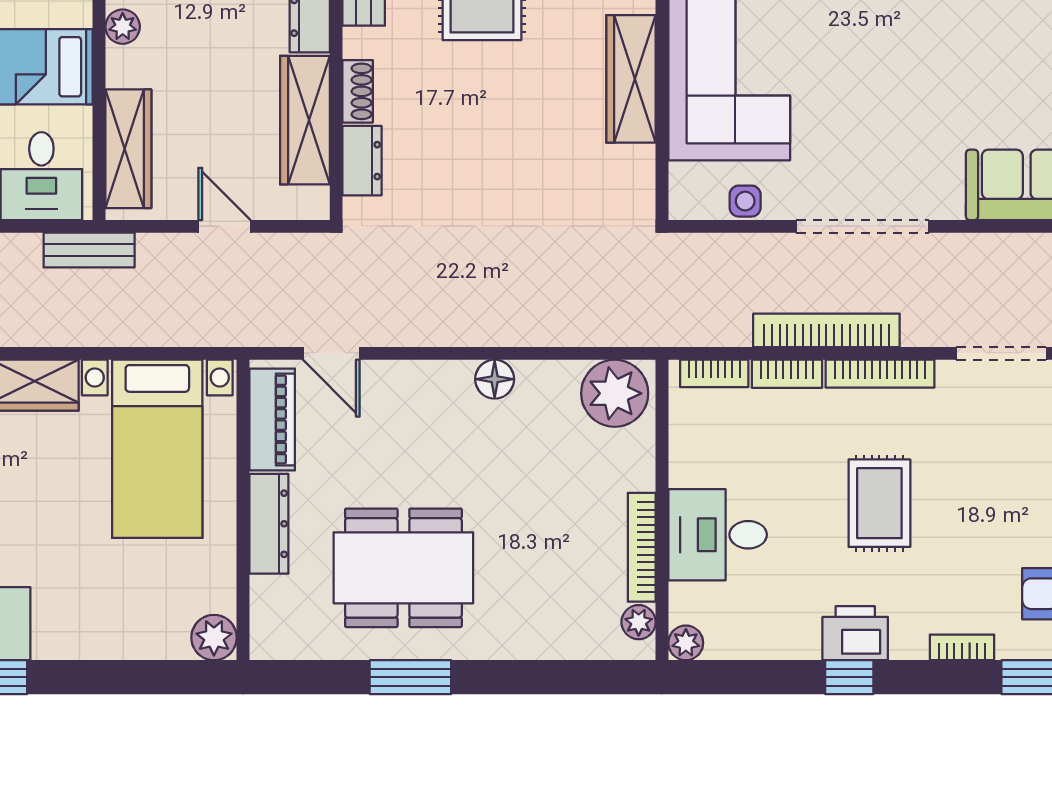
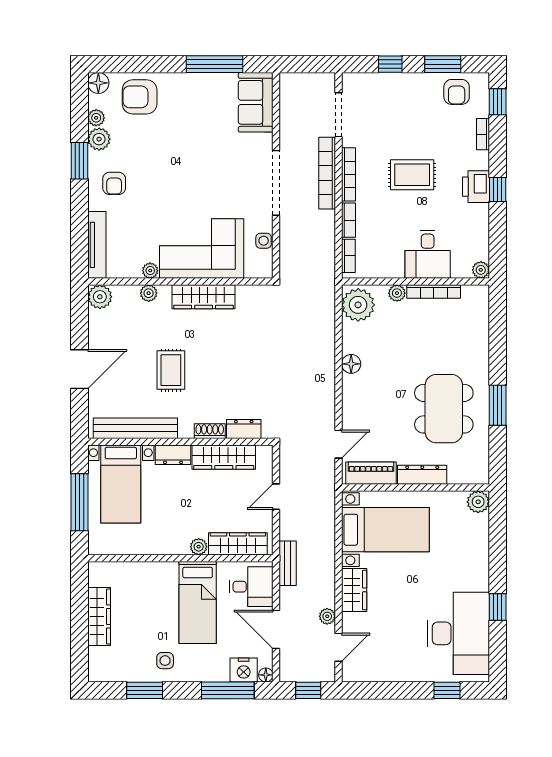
plant: (123, 27) -> (199, 547), moved
bookcase: (826, 330) -> (327, 173), moved
plant: (639, 622) -> (397, 293), moved

